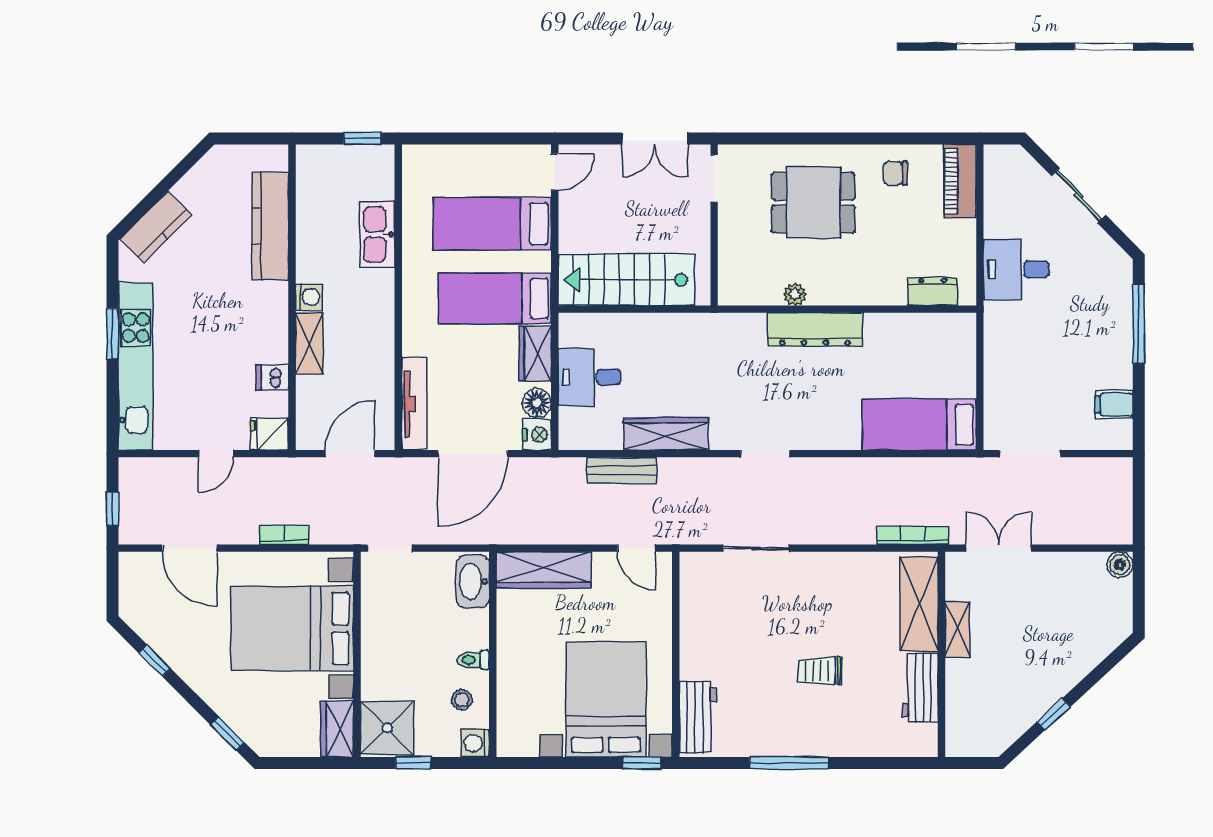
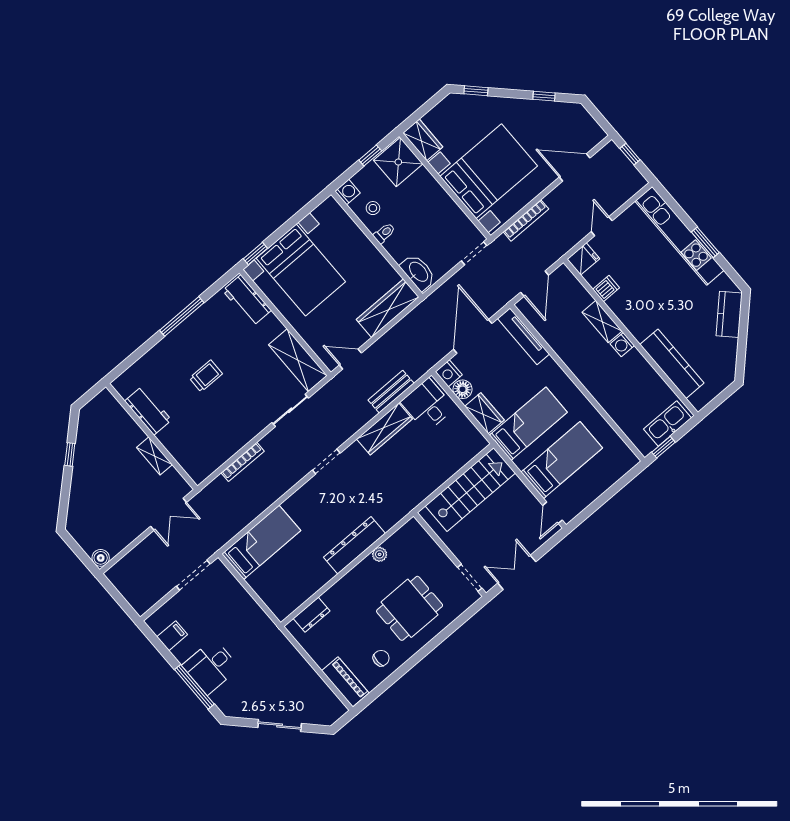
kitchen sink: (377, 234) -> (667, 423), moved, turned -90
desk: (1016, 269) -> (211, 667), moved, turned 180
desk: (589, 377) -> (427, 405), moved, turned -90
bookcase: (284, 535) -> (526, 220), width x1.56
bookcase: (913, 536) -> (243, 462), moved
shelving: (919, 604) -> (298, 360), moved

